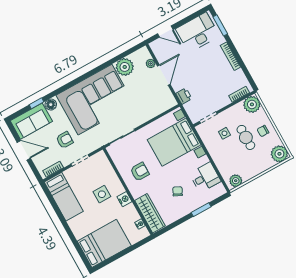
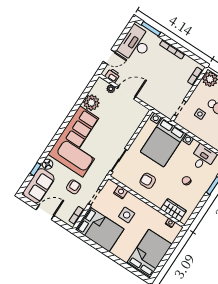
door: (164, 75) -> (126, 93), hinge flipped
printer: (184, 96) -> (112, 76), moved
armchair: (140, 172) -> (148, 181), turned -93
bed: (64, 197) -> (99, 229), width x1.50
nightstand: (124, 199) -> (121, 192), moved
wardrobe: (150, 213) -> (174, 210), width x0.67

